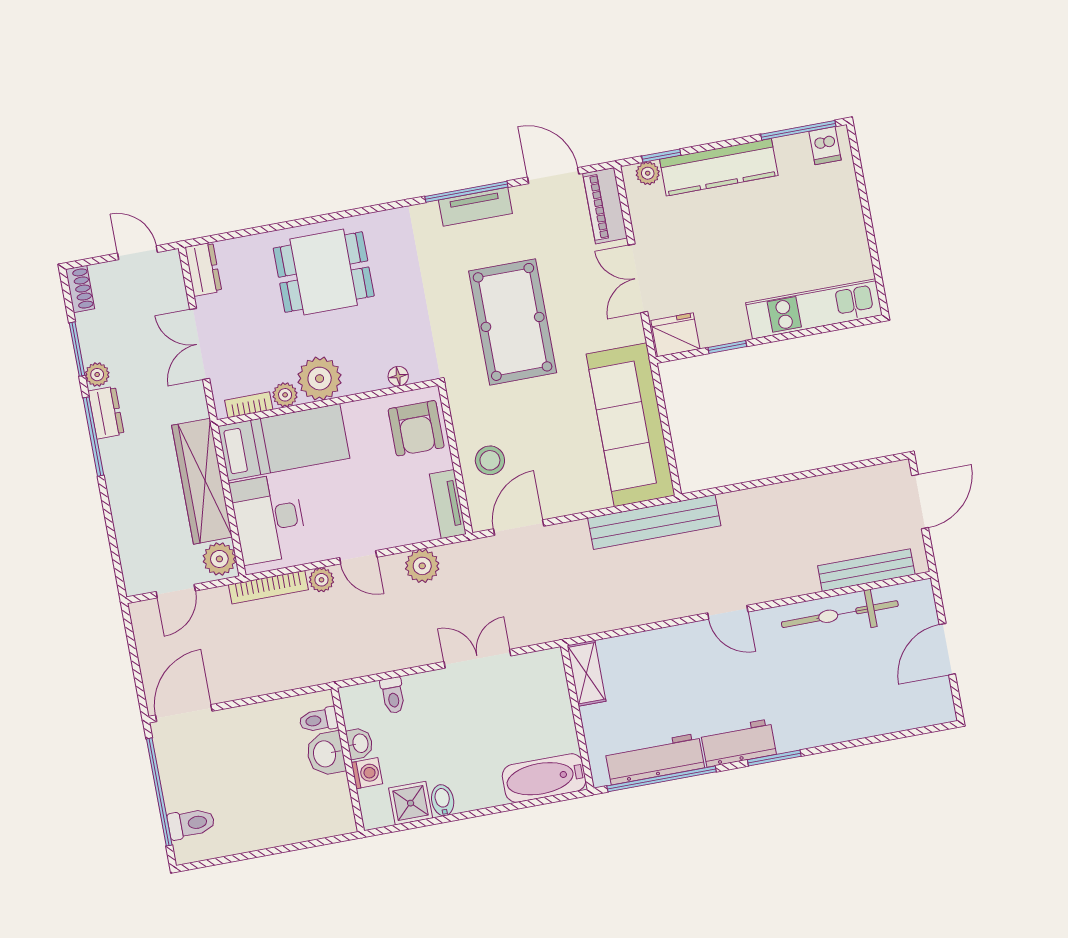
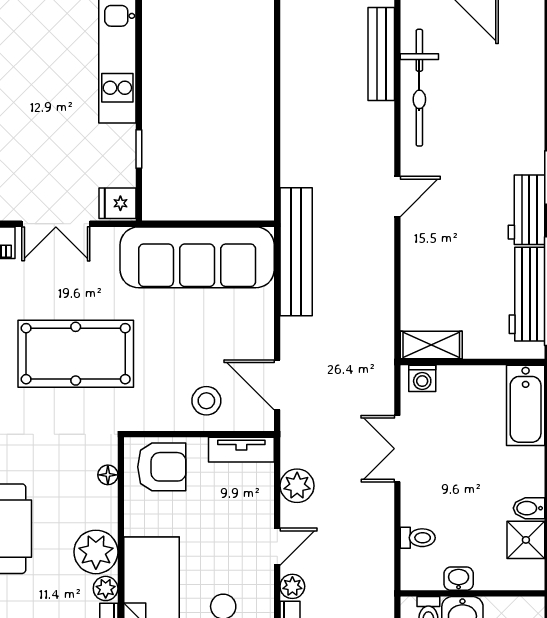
fridge: (675, 335) -> (118, 203), width x0.72
washing machine: (367, 773) -> (422, 378), moved, turned 180

